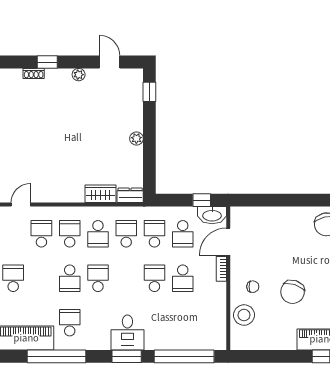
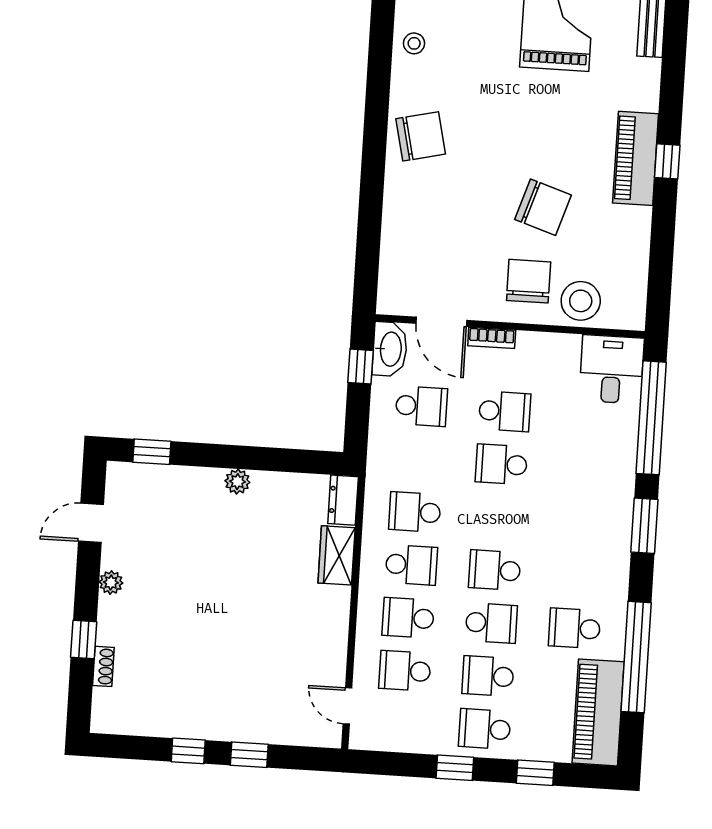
school desk: (154, 234) -> (488, 676), moved
chair: (253, 287) -> (529, 281), width x1.87, depth x1.87
desk: (127, 332) -> (612, 369), moved, turned -90

